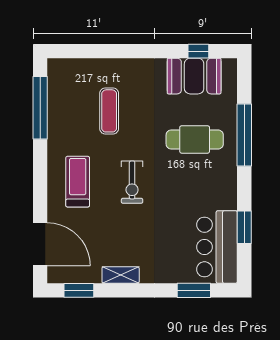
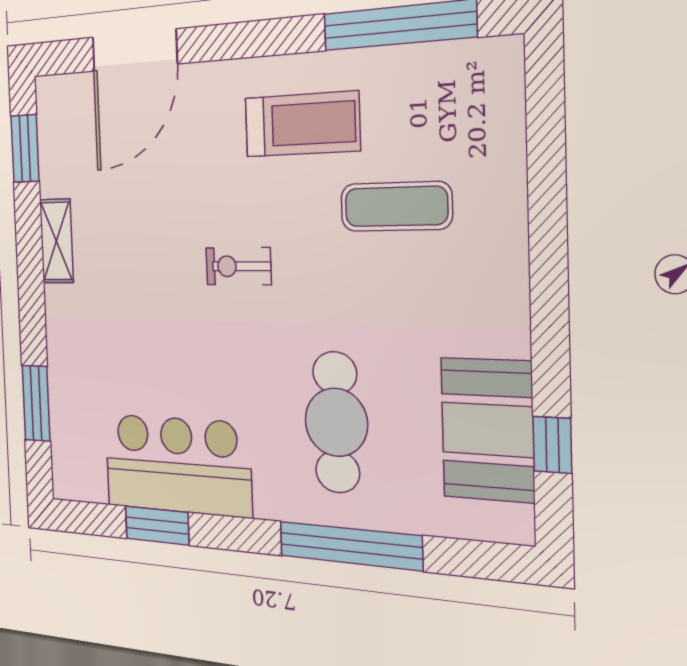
treadmill: (78, 182) -> (302, 124), moved
exercise bike: (132, 182) -> (238, 266), width x0.73, depth x0.72
door: (40, 244) -> (134, 50), moved
bar counter: (217, 247) -> (177, 465), moved

